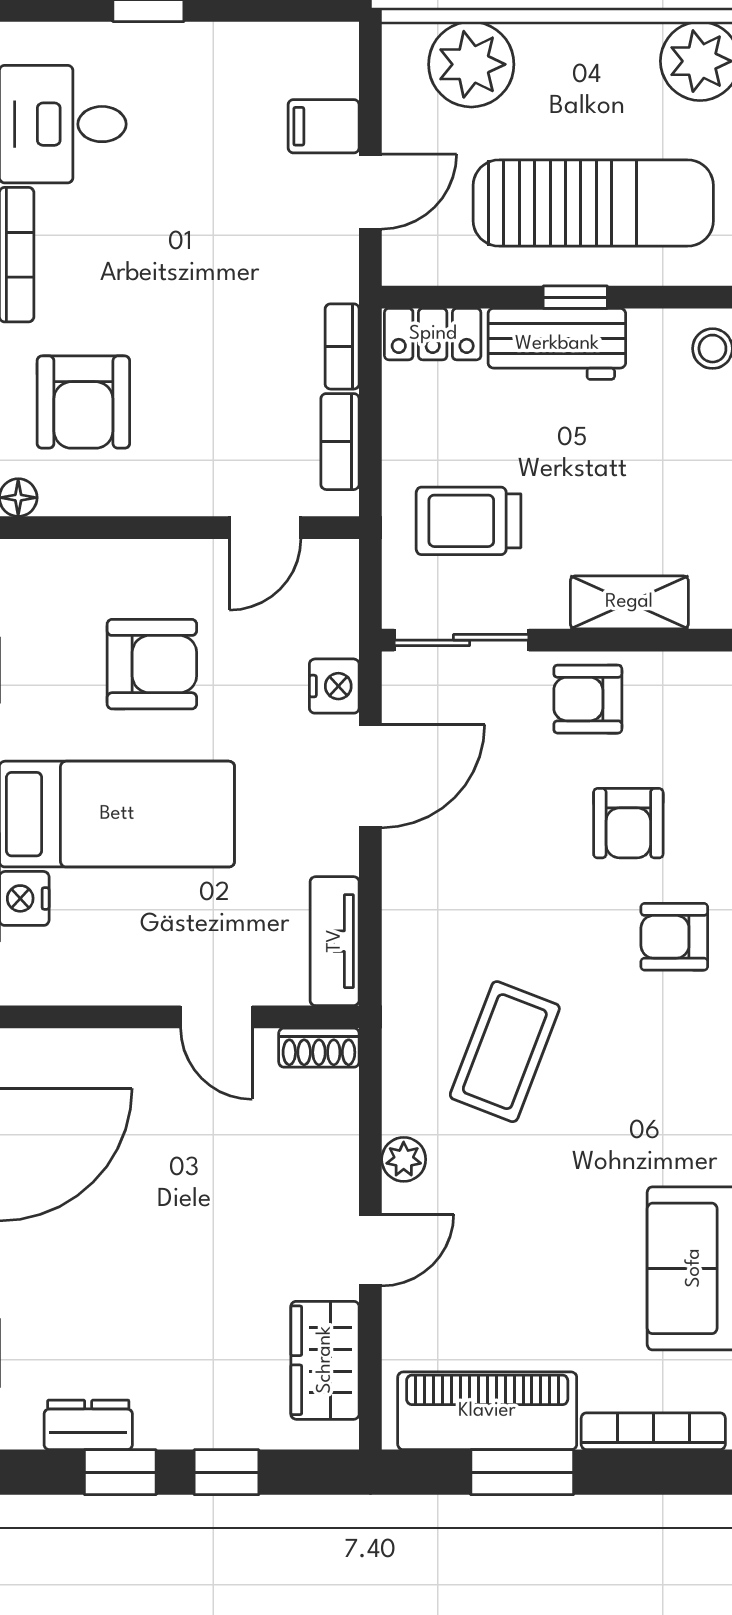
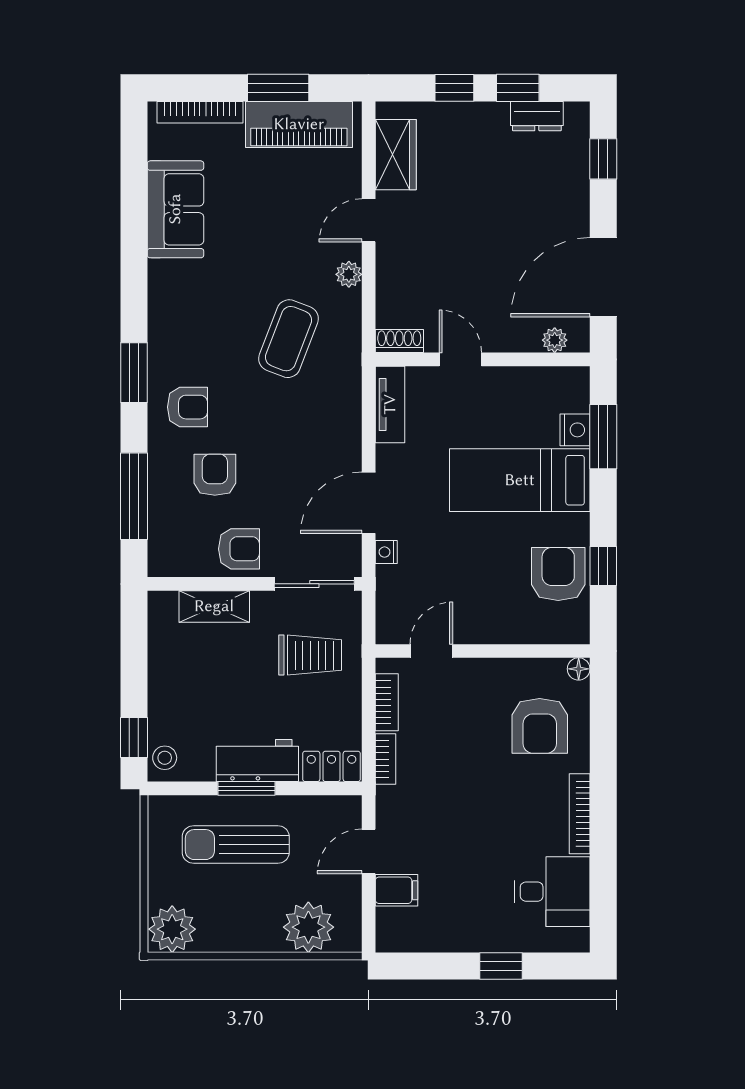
sun lounger: (593, 203) -> (236, 845), width x0.73, depth x0.75
window: (575, 297) -> (247, 788), width x1.50
armchair: (83, 402) -> (540, 726), turned 180
armchair: (152, 664) -> (558, 574), moved, turned 90
nightstand: (334, 686) -> (386, 552), width x0.72, depth x0.74
plant: (58, 1049) -> (555, 340), added

